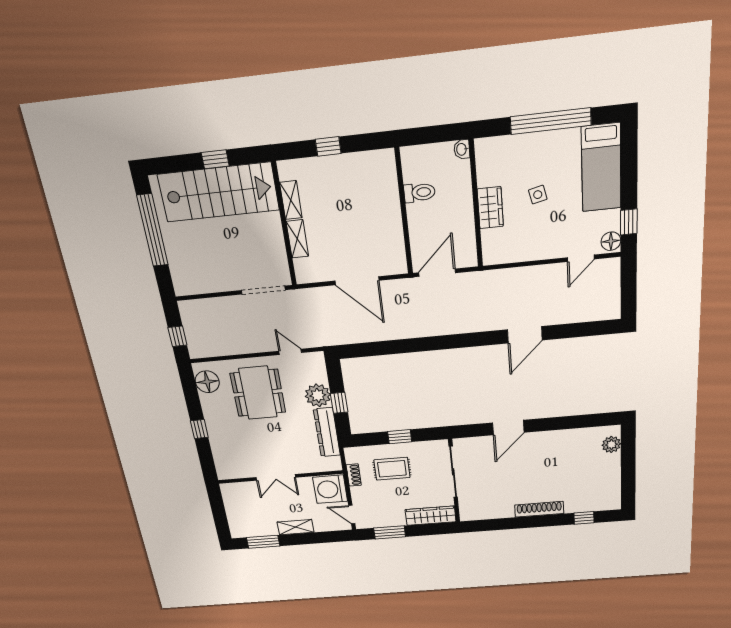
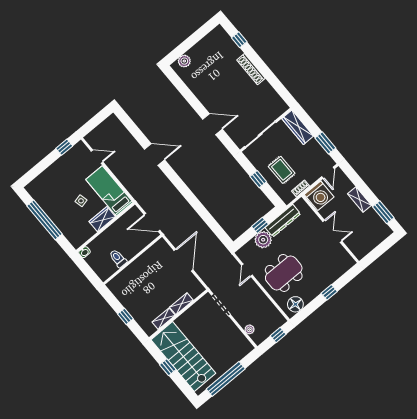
bed: (601, 168) -> (109, 191), moved, turned -90
floor lamp: (611, 241) -> (79, 148), removed
plant: (206, 305) -> (250, 329), added

